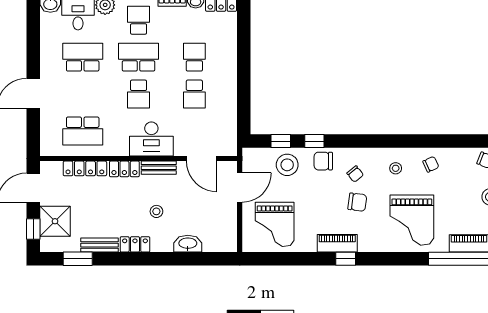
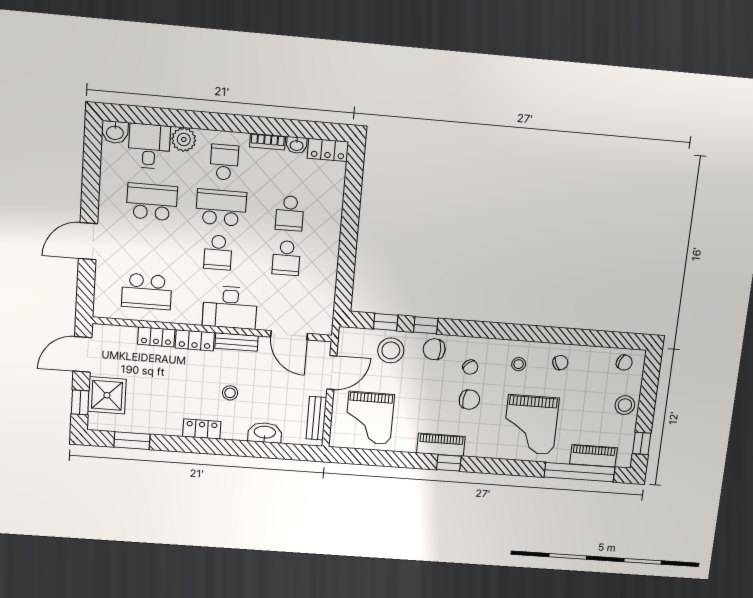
school desk: (194, 57) -> (290, 213), turned 180
locker: (85, 168) -> (156, 337), width x0.66
bench: (99, 245) -> (316, 418), moved, turned 90

